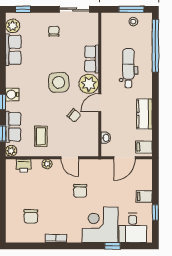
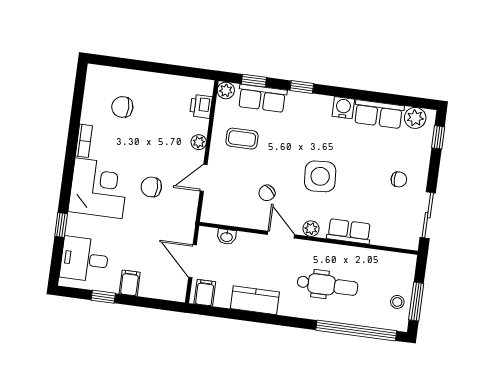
plant: (89, 84) -> (311, 229), width x0.53, depth x0.53
water cooler: (12, 94) -> (343, 108), moved
corner desk: (100, 225) -> (98, 188), moved

